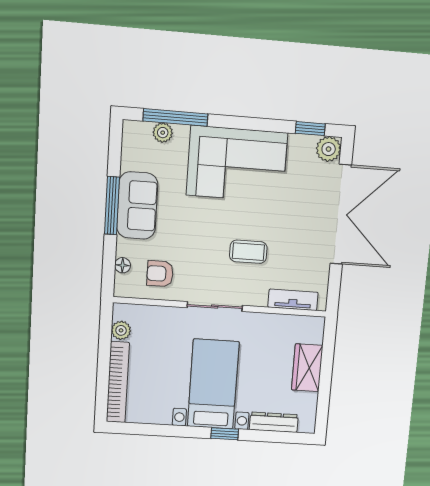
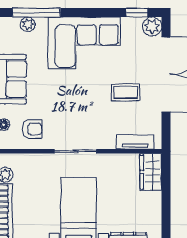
coffee table: (248, 252) -> (125, 93), moved
armchair: (160, 274) -> (32, 129), turned 180
wardrobe: (307, 368) -> (151, 172), moved

